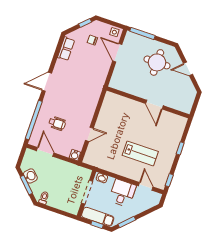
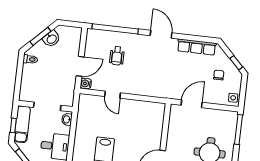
row of seats: (66, 49) -> (197, 47), width x1.48
door: (117, 53) -> (192, 104), moved
door: (45, 152) -> (80, 66), moved

